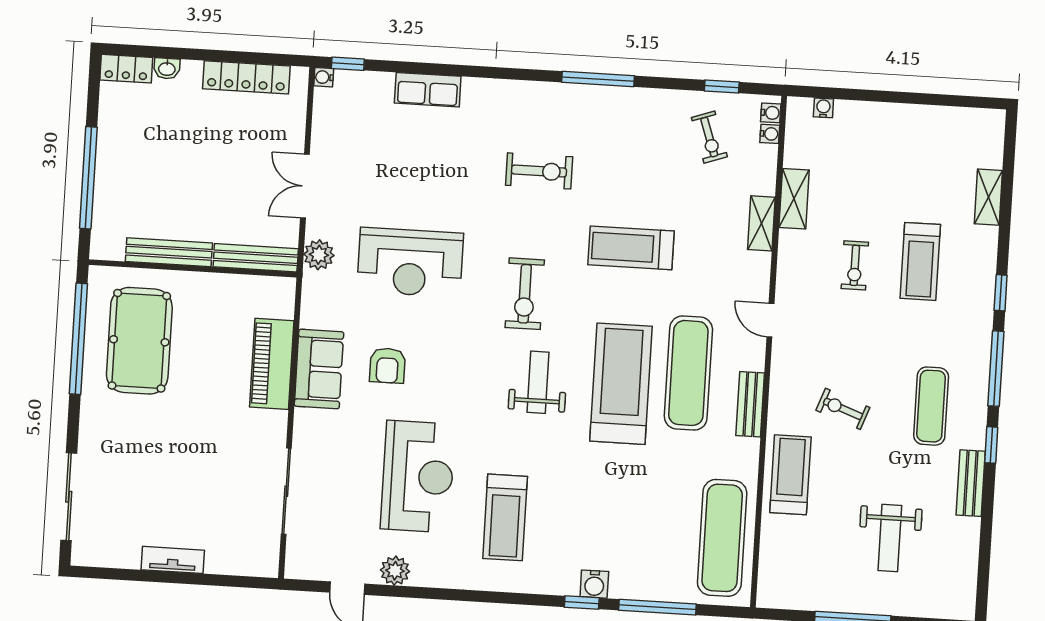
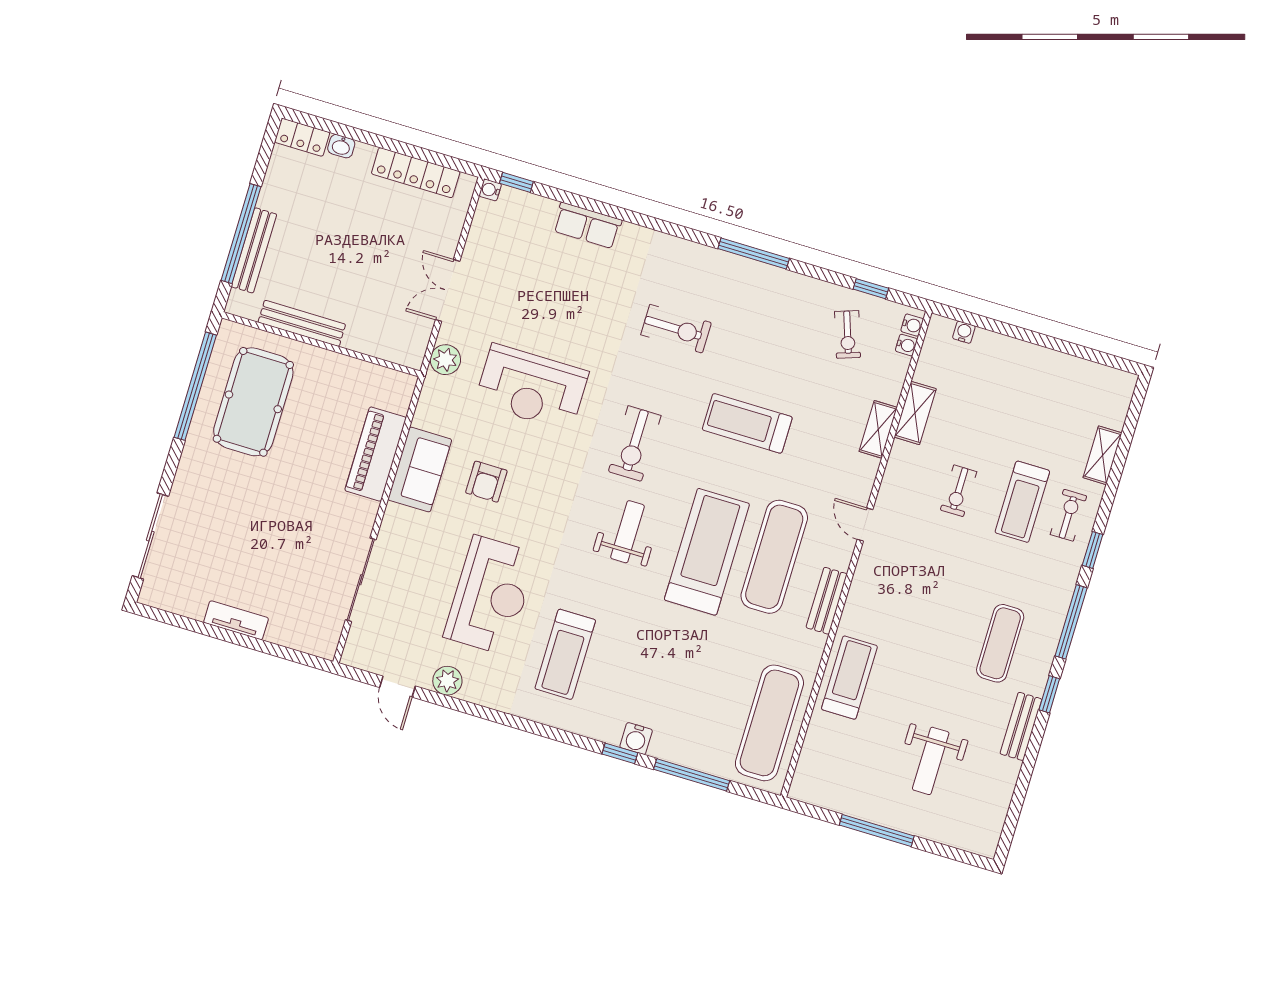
bench: (256, 258) -> (254, 250), moved, turned 90
exercise bike: (843, 409) -> (1068, 515), moved, turned 70

